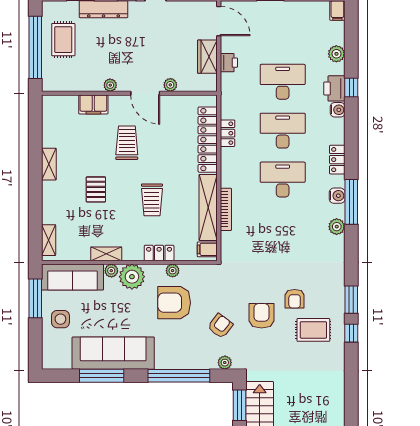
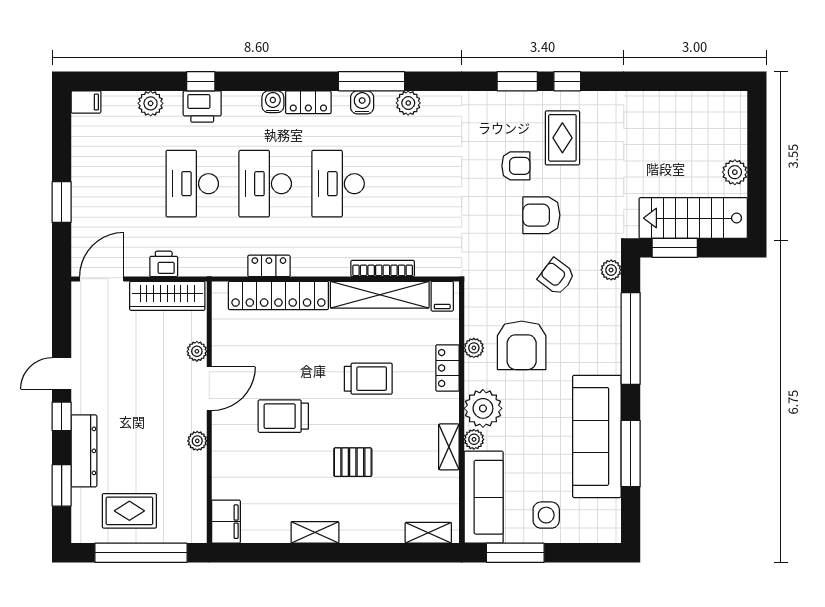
wardrobe: (207, 57) -> (167, 296), width x1.50
filing cabinet: (93, 104) -> (226, 522), moved
water cooler: (338, 110) -> (273, 102), moved

